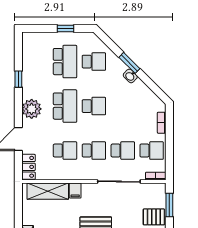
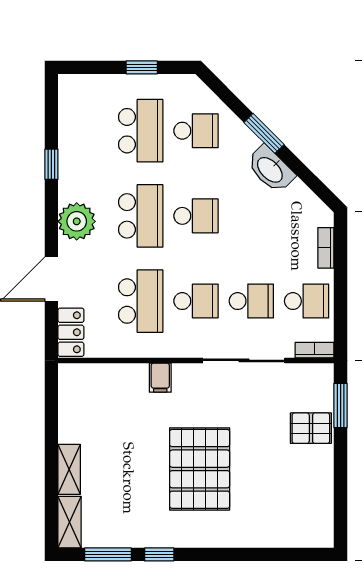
washbasin: (130, 76) -> (270, 169), width x1.91, depth x1.45
school desk: (65, 151) -> (141, 301), width x1.85
shelving: (48, 191) -> (108, 379), removed

